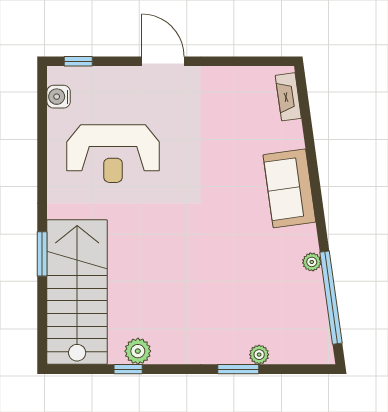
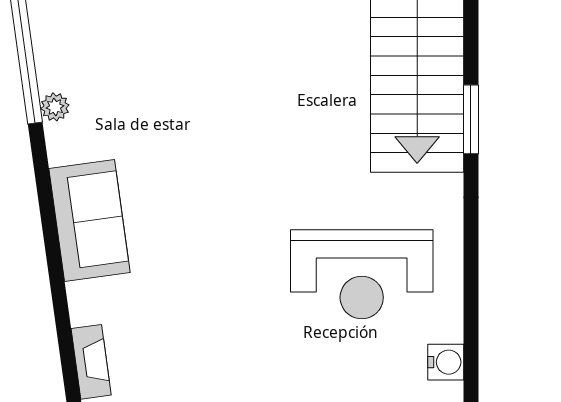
reception desk: (113, 154) -> (362, 274), turned 180

